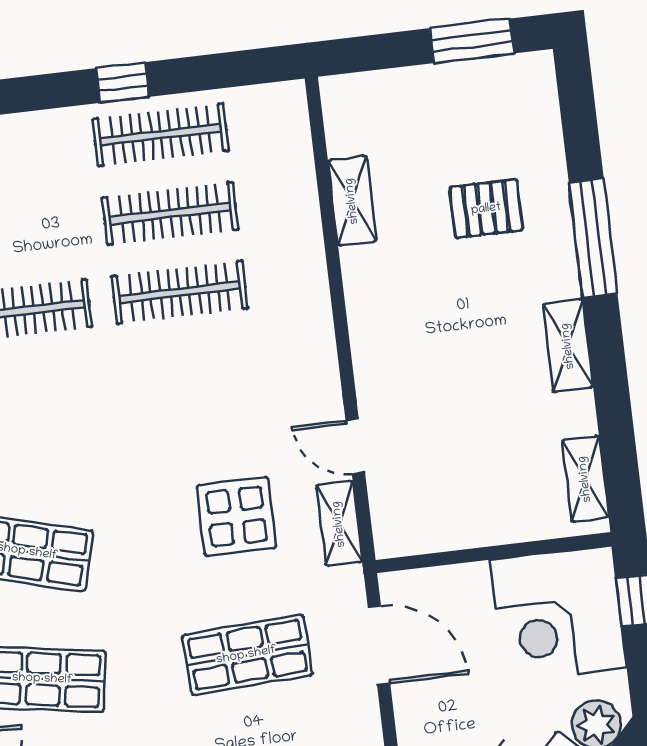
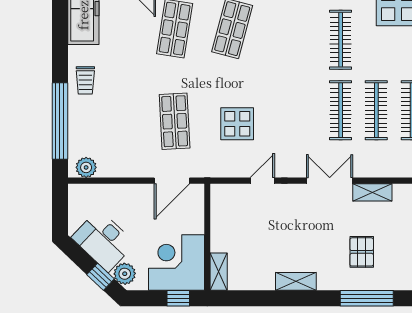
window: (593, 238) -> (367, 298), moved
double door: (338, 298) -> (330, 181), added
shelving: (585, 479) -> (219, 272), moved, turned 90
shelving: (339, 524) -> (229, 169), removed

